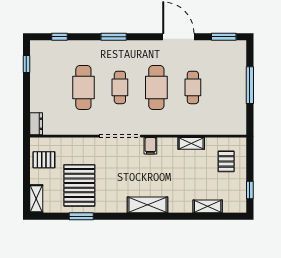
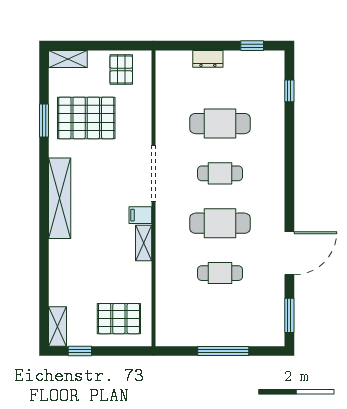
window: (114, 37) -> (289, 165), removed
dresser: (36, 124) -> (208, 59), moved
shelving: (191, 143) -> (144, 243), moved
pallet: (226, 161) -> (119, 319), width x1.50, depth x1.42
shelving: (147, 205) -> (60, 198), width x1.47
shelving: (208, 206) -> (58, 326), moved

